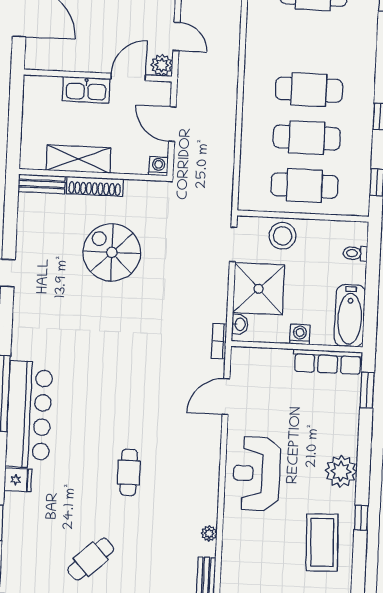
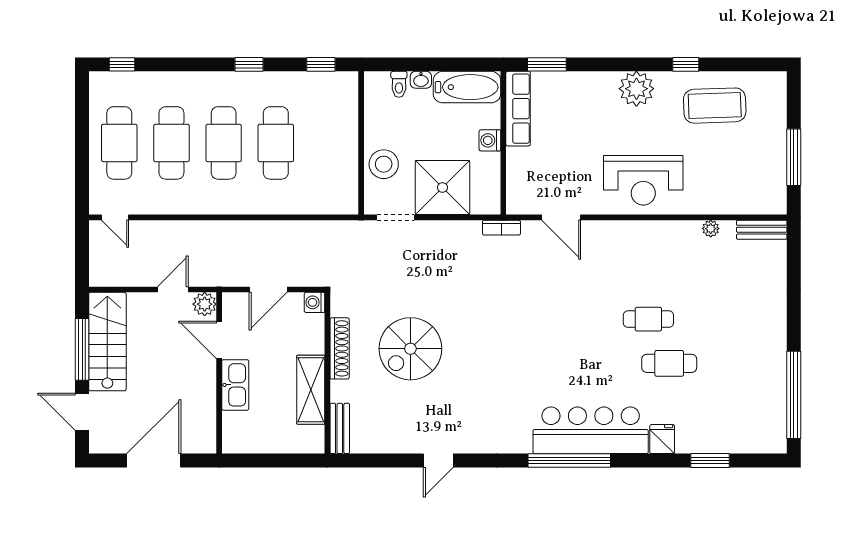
shoe rack: (95, 186) -> (340, 348), moved
cafe table: (304, 186) -> (171, 143), moved
washbasin: (240, 324) -> (421, 80), moved, turned 180
cafe table: (91, 559) -> (669, 363), moved, turned -47

